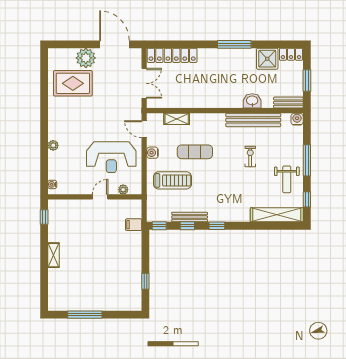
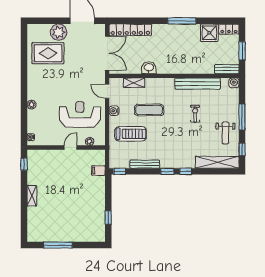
double door: (144, 83) -> (107, 53), width x1.37
washbasin: (252, 101) -> (149, 68), moved
reception desk: (111, 157) -> (80, 114), turned 180
window: (187, 226) -> (186, 171), moved

